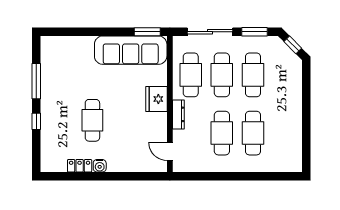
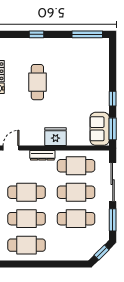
window: (112, 32) -> (113, 99), added
sofa: (131, 50) -> (100, 129), width x0.54, depth x0.79
window: (36, 81) -> (87, 34), moved
cafe table: (92, 120) -> (37, 82), turned 90
cafe table: (284, 133) -> (27, 245), added

